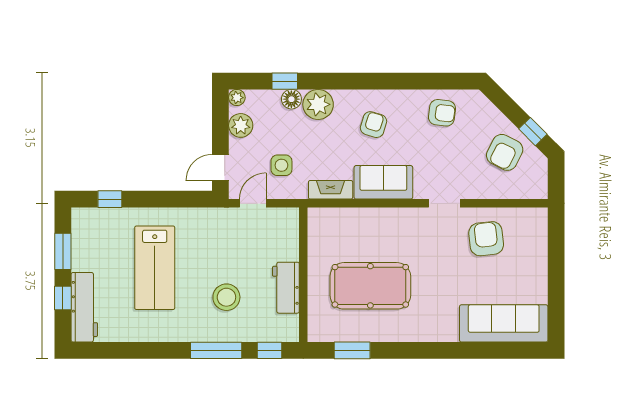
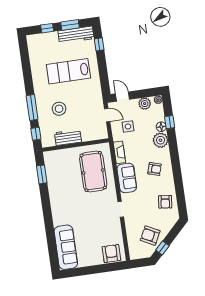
armchair: (486, 239) -> (111, 254), moved, turned -84
pool table: (370, 286) -> (93, 171), moved
workbench: (84, 307) -> (76, 35), moved

